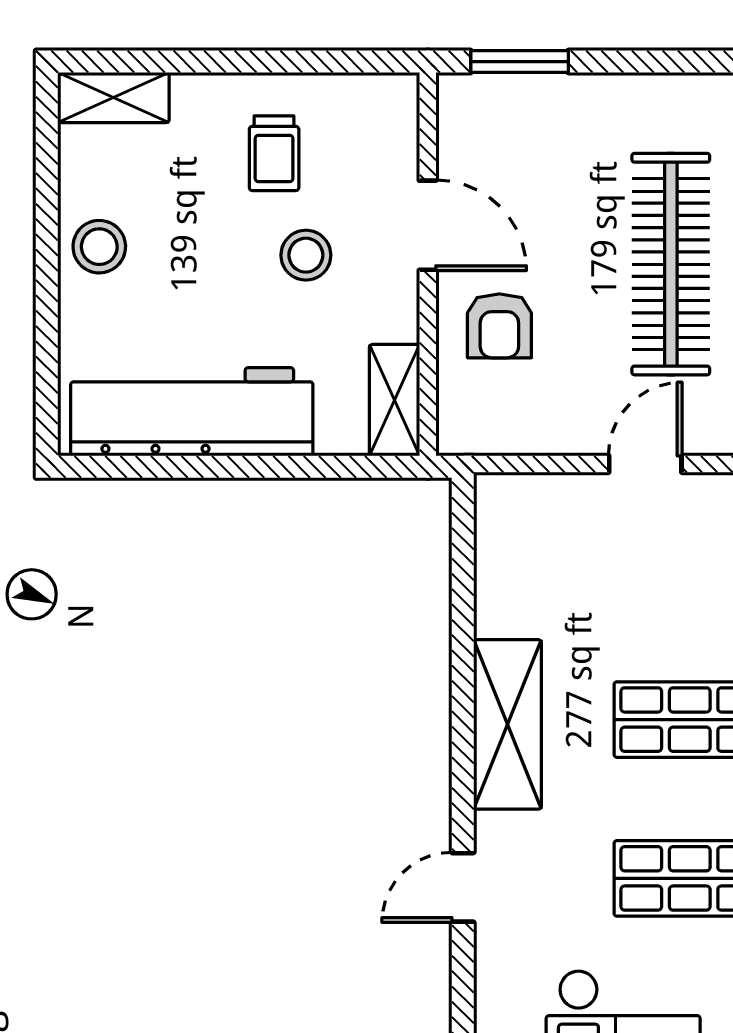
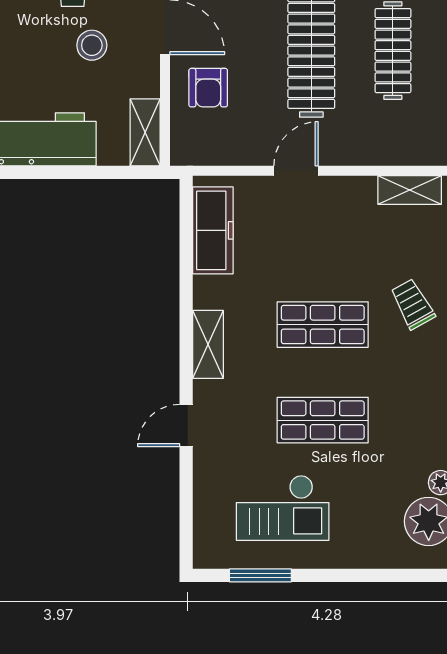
freezer: (507, 563) -> (213, 230), added
shelving: (507, 724) -> (208, 344), width x0.67, depth x0.75

